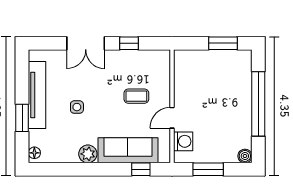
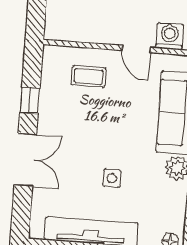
coffee table: (136, 96) -> (88, 76), moved, turned 90

